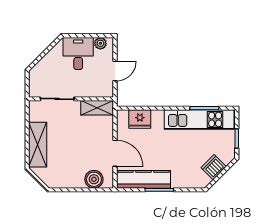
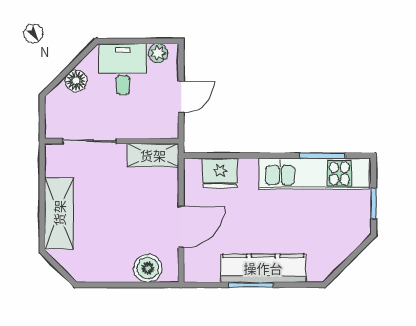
floor lamp: (49, 61) -> (76, 81), added
door: (115, 153) -> (181, 227), hinge flipped
dishwasher: (214, 167) -> (337, 249), removed
kitchen counter: (144, 179) -> (263, 268), moved

